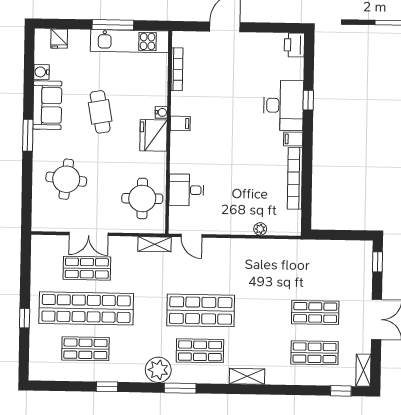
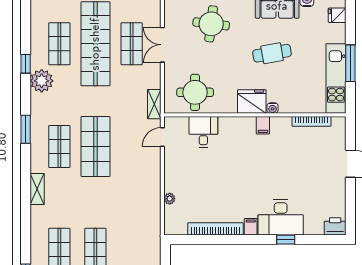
plant: (158, 370) -> (42, 81), moved

